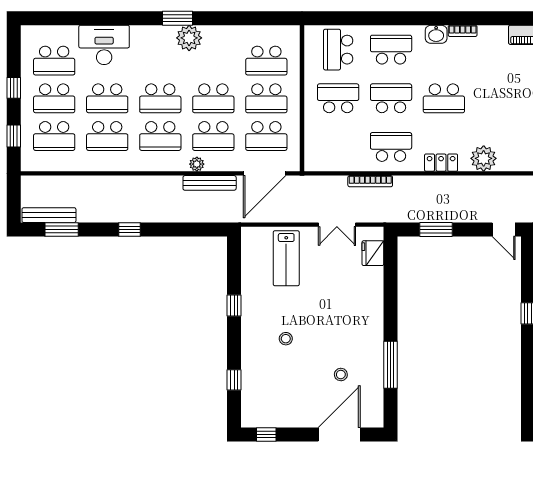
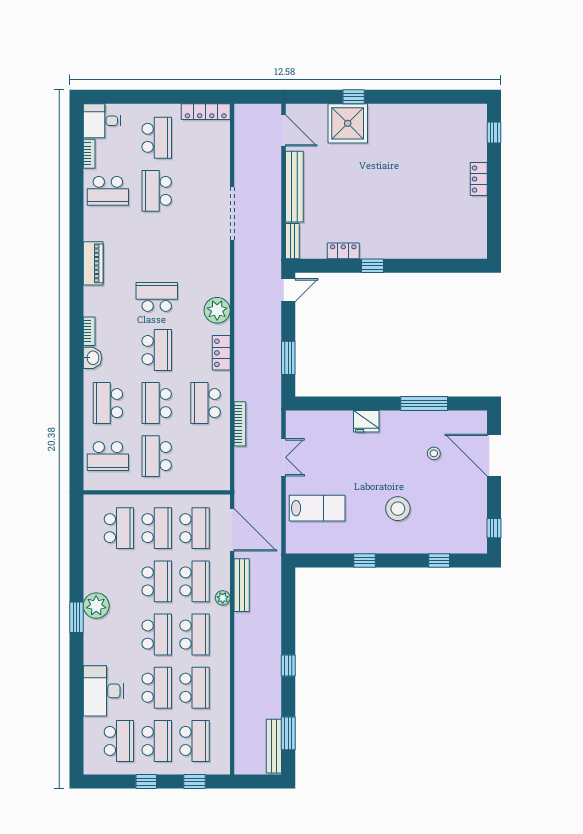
school desk: (497, 98) -> (157, 297), added
fridge: (373, 253) -> (366, 421), moved
stool: (286, 339) -> (398, 509), width x1.89, depth x1.89

